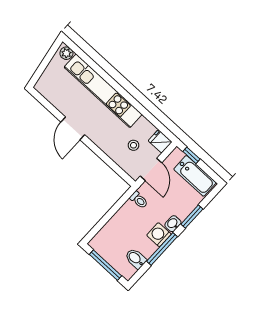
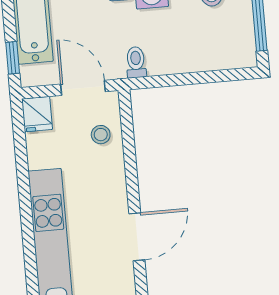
stool: (133, 145) -> (101, 135), moved
door: (151, 169) -> (83, 88), hinge flipped

